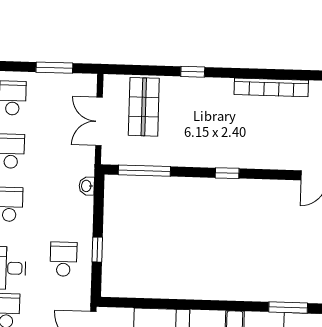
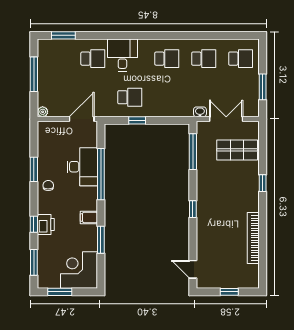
washbasin: (87, 186) -> (200, 112), moved
window: (173, 304) -> (101, 174), added
window: (288, 307) -> (101, 240), moved

